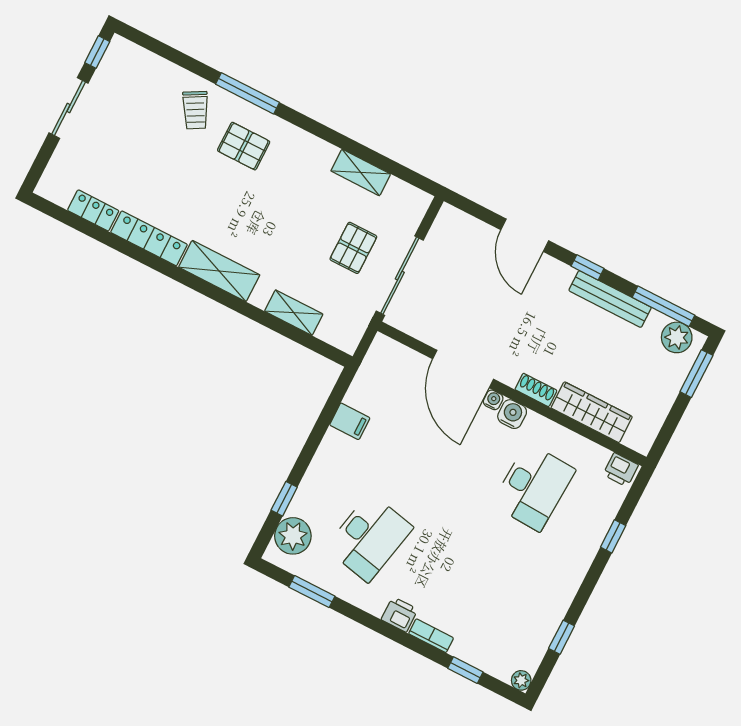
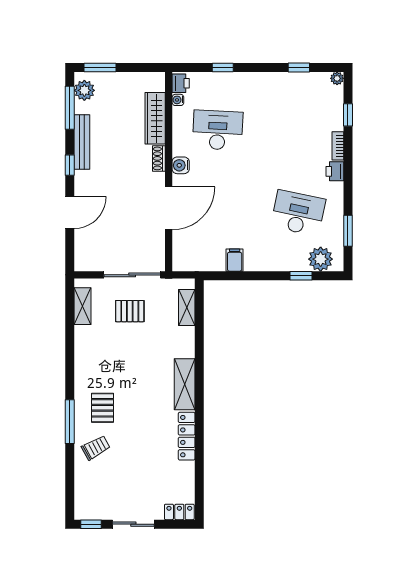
shelving: (361, 172) -> (82, 306), moved
locker: (93, 210) -> (179, 512), moved, turned 90
shelving: (294, 313) -> (187, 308), moved
water cooler: (493, 400) -> (178, 100), moved

